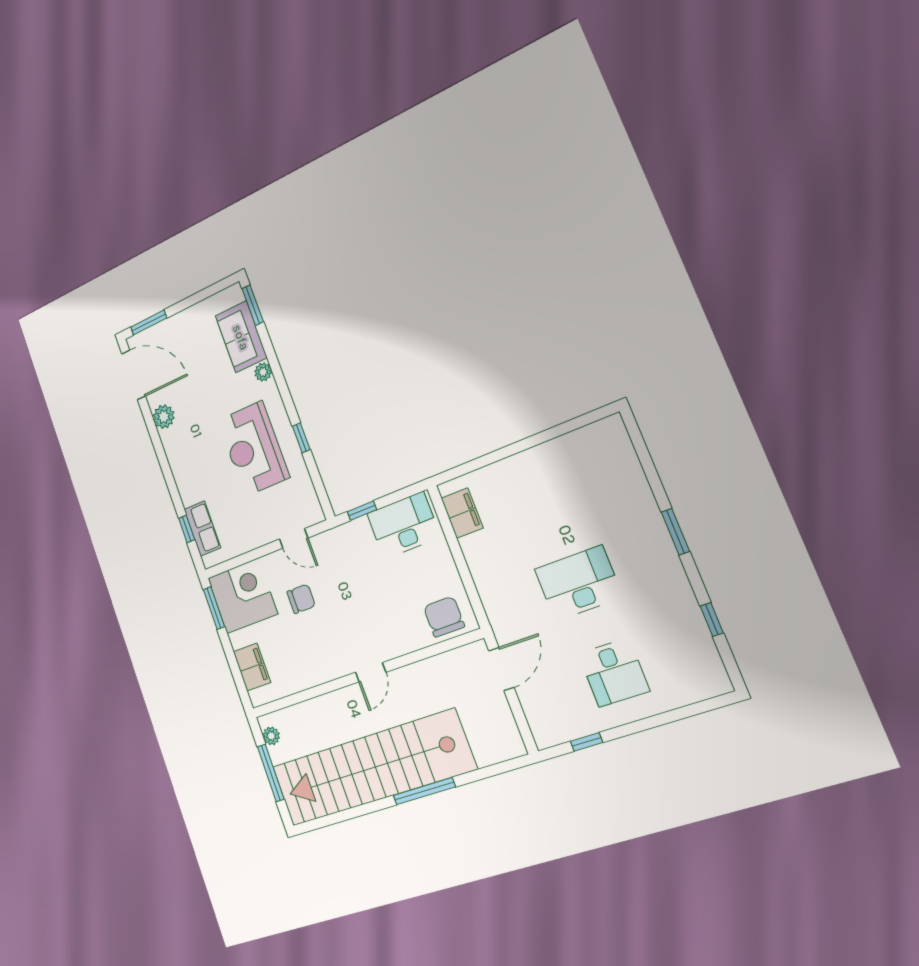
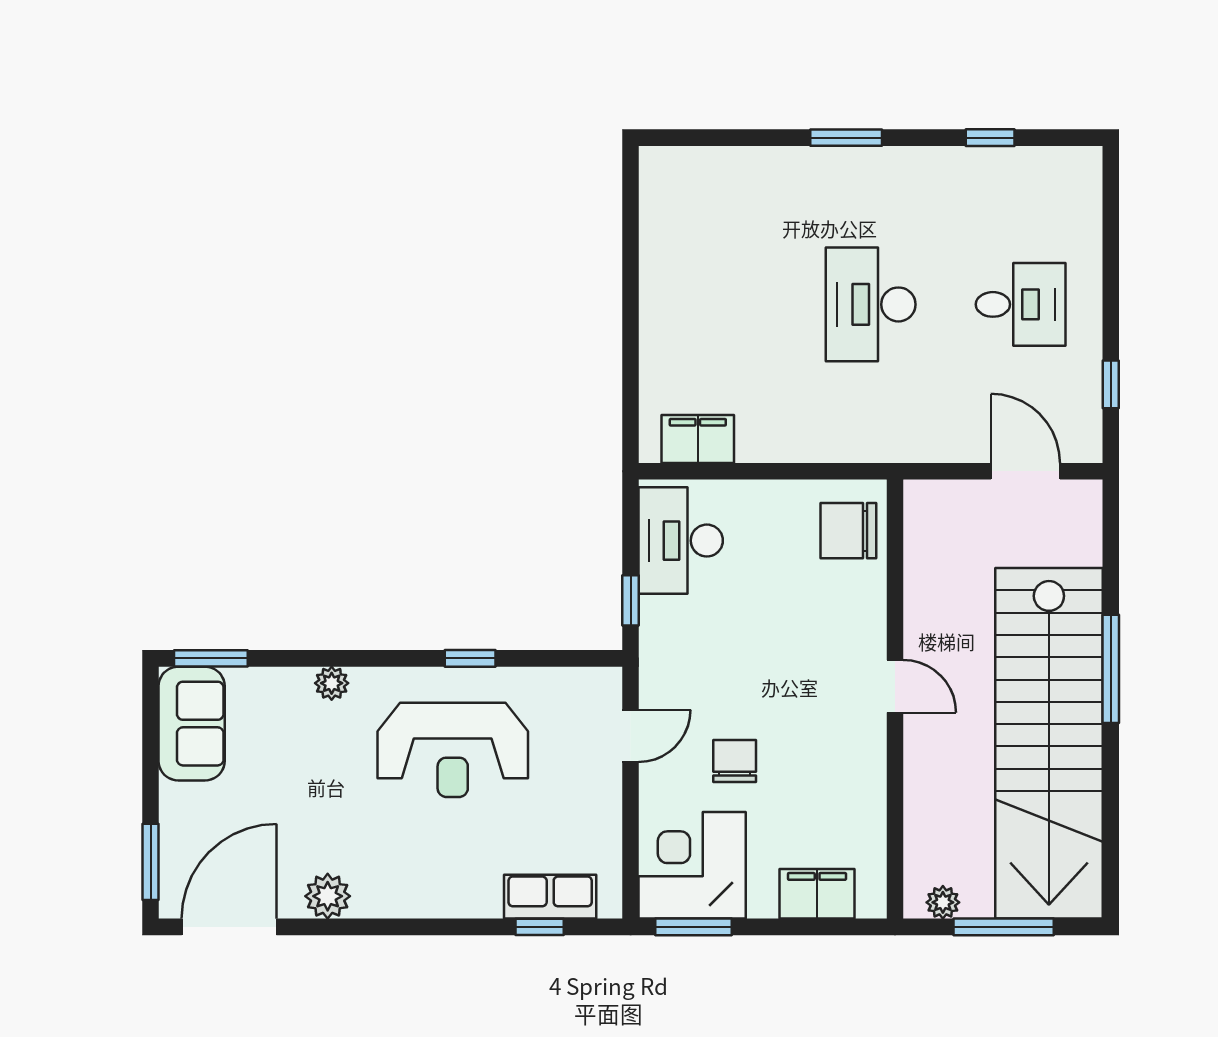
sofa: (241, 337) -> (192, 724), moved, turned -90
door: (501, 669) -> (1025, 471), moved

